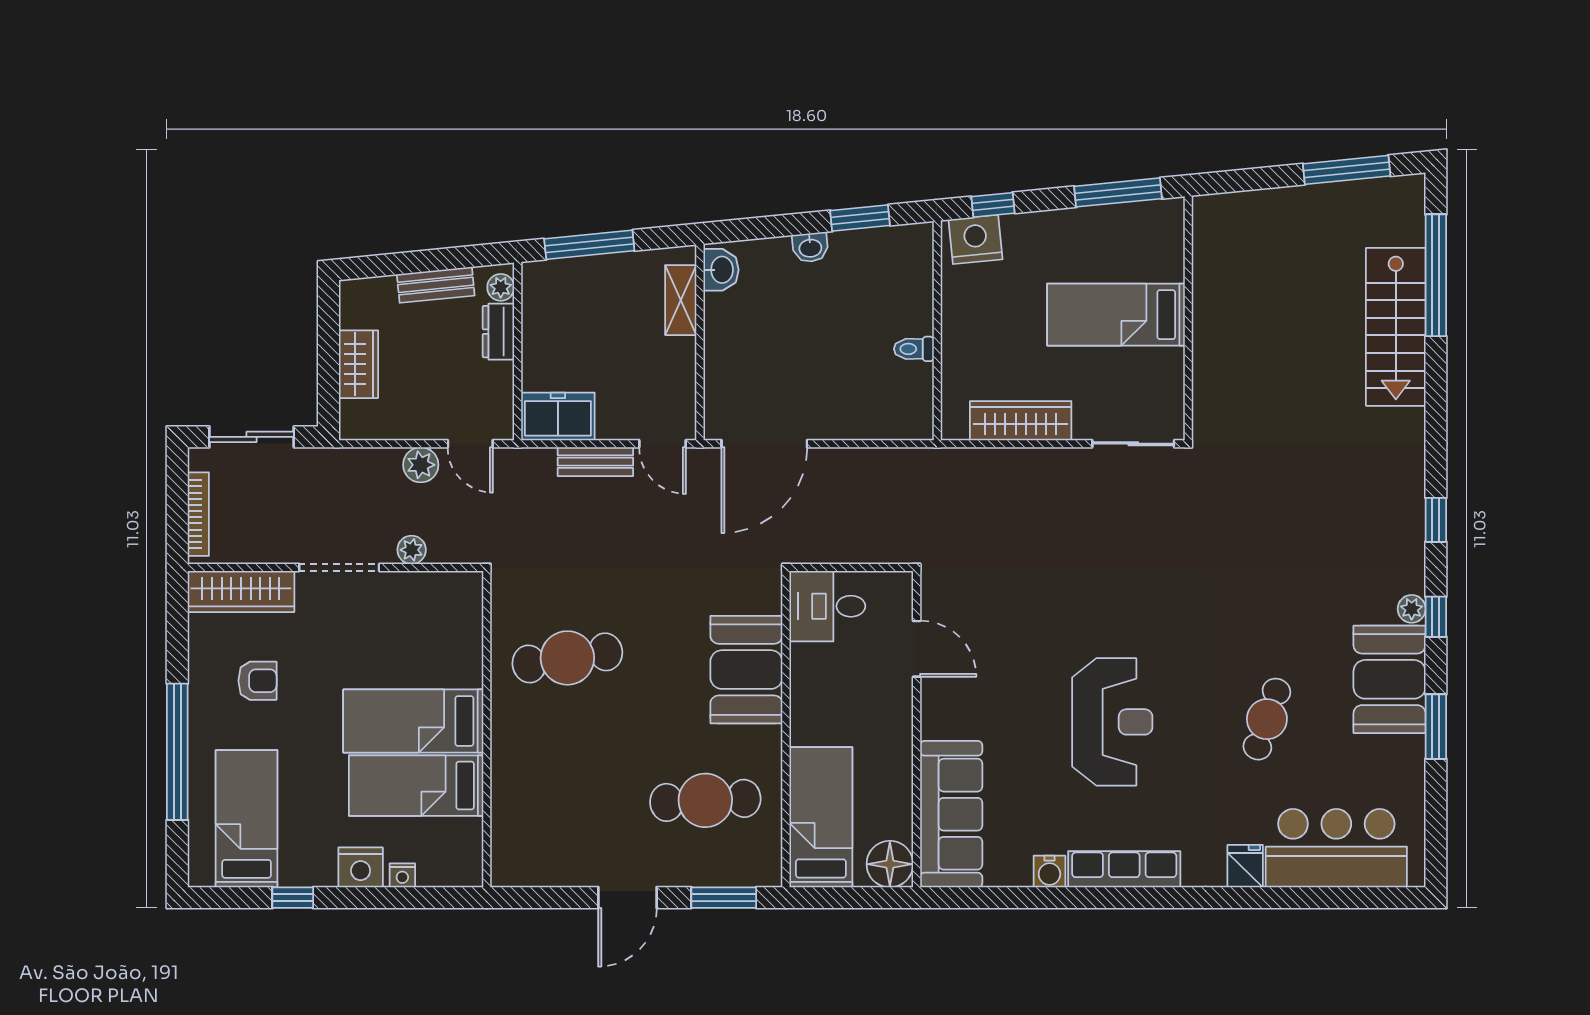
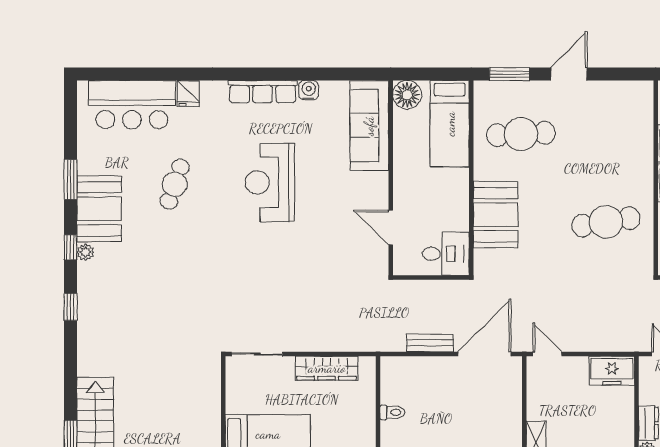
bench: (595, 462) -> (430, 343), moved

